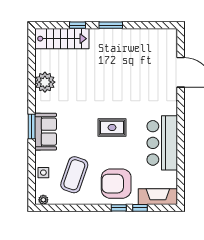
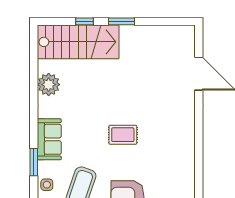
stairs: (62, 39) -> (78, 42), width x1.36, depth x1.51
window: (32, 127) -> (34, 162), moved
bar counter: (162, 143) -> (178, 152), removed

